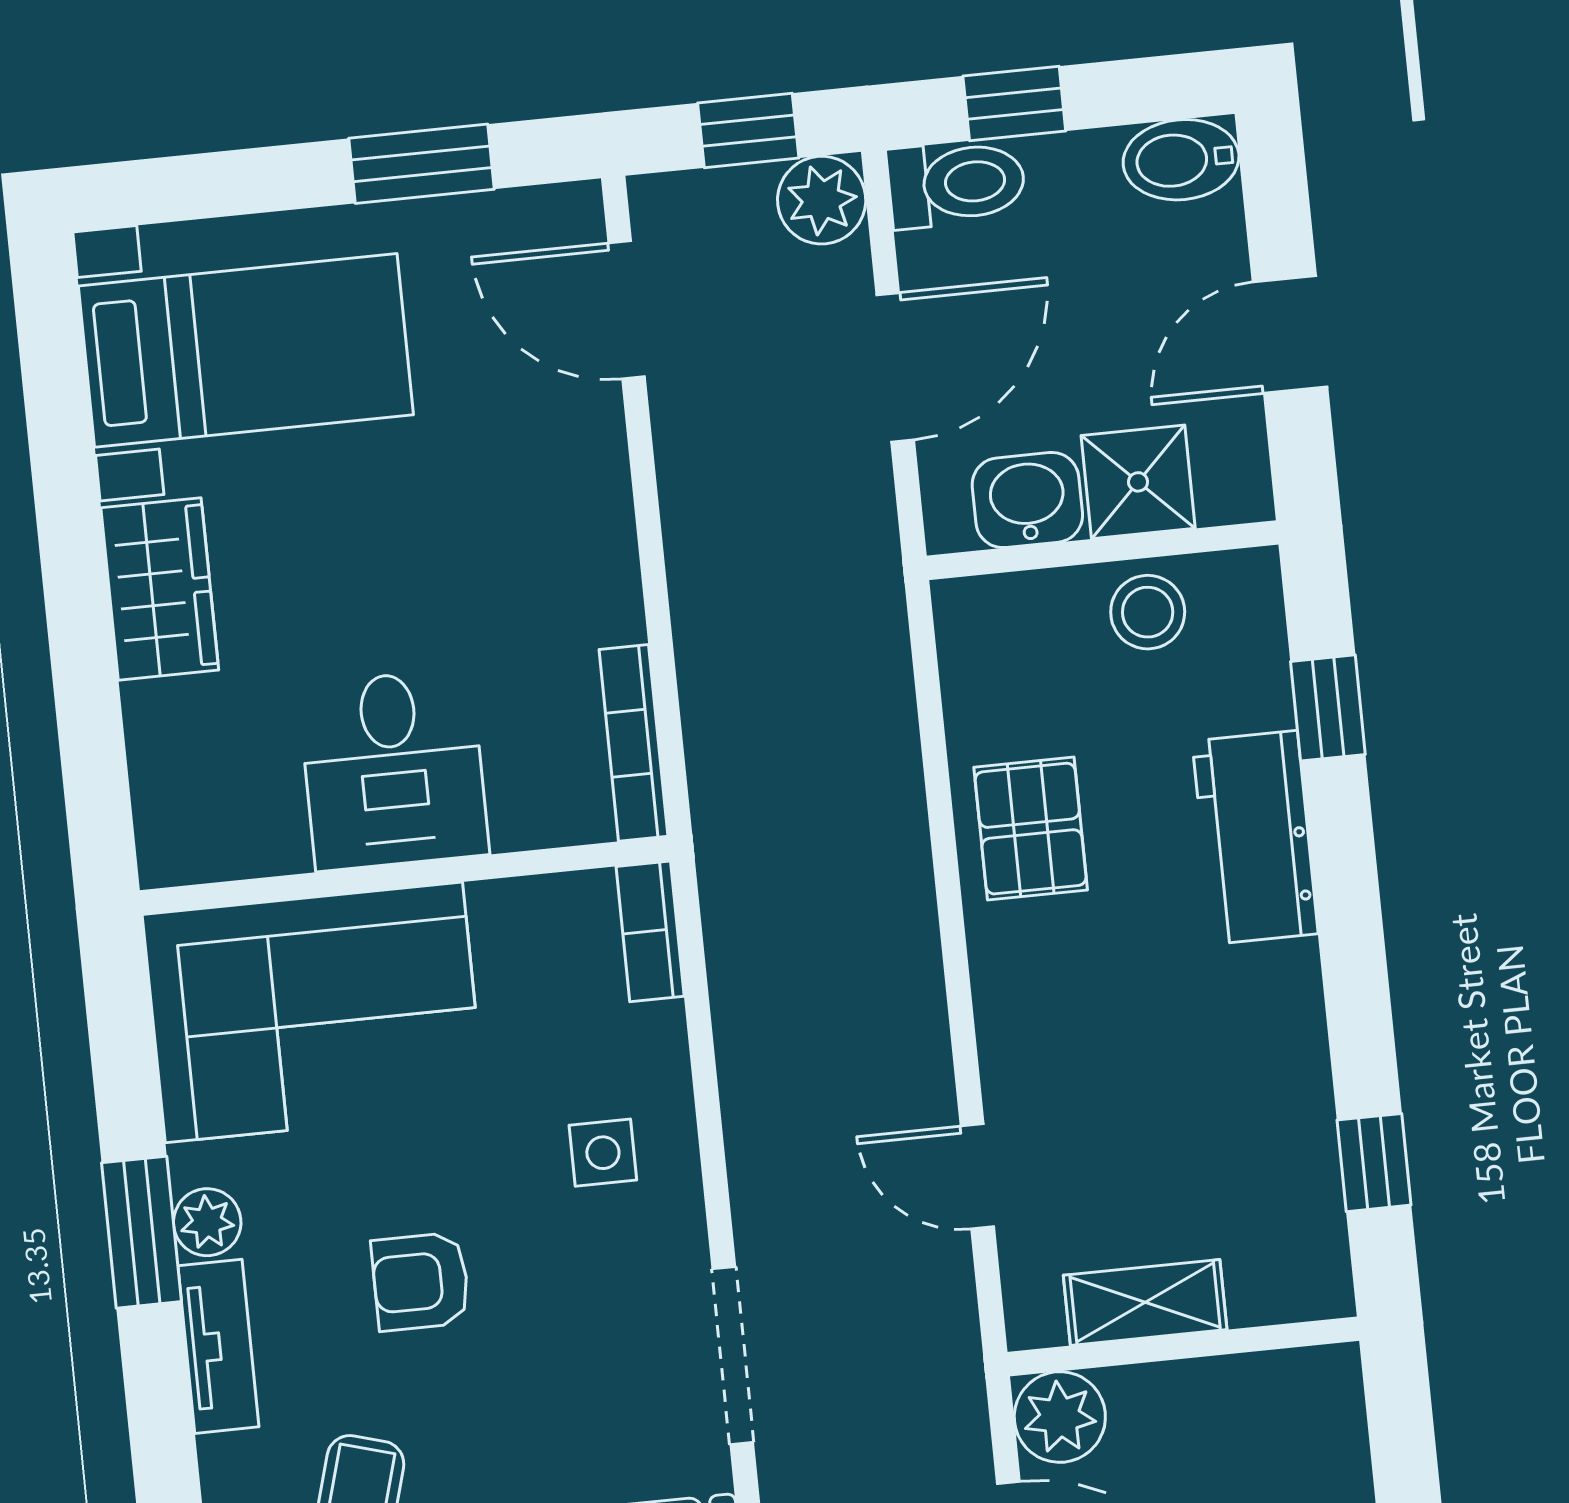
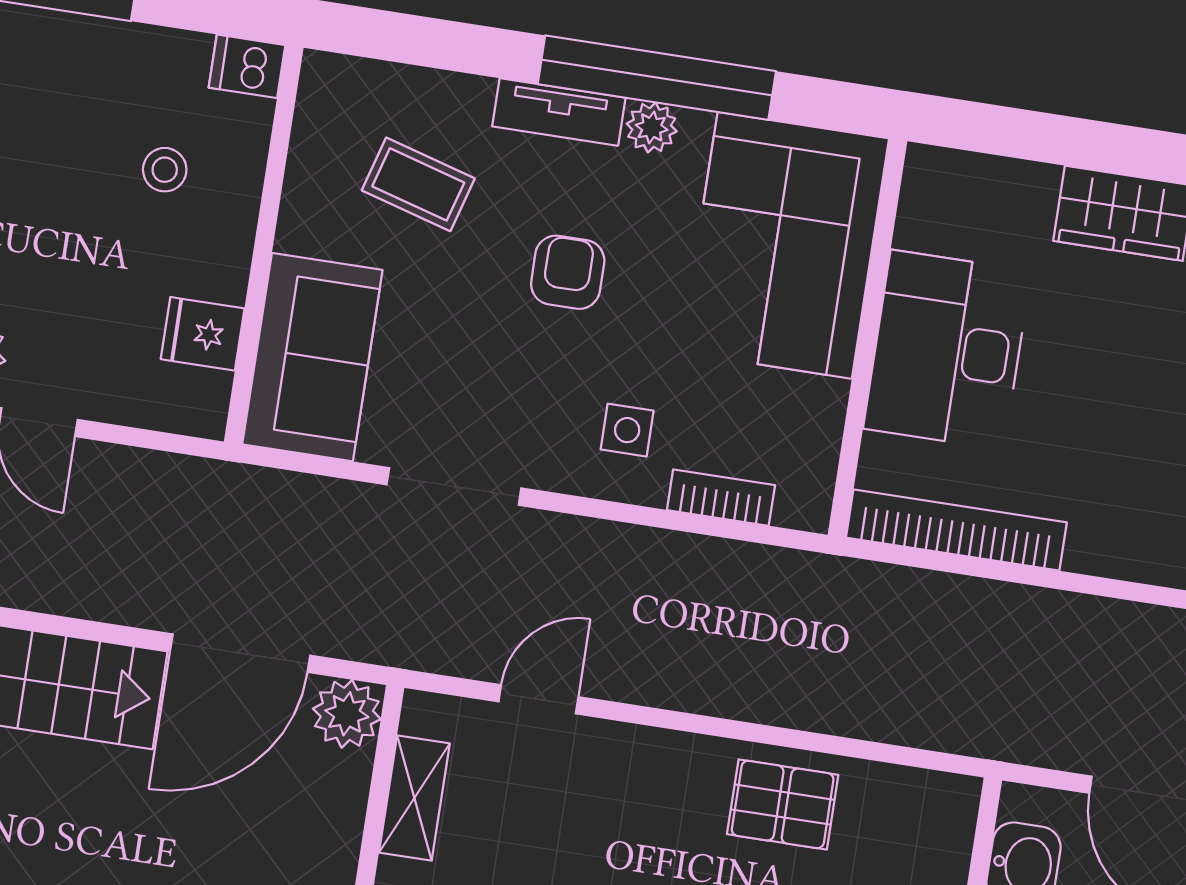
bookcase: (633, 743) -> (956, 530), width x1.48, depth x1.31
desk: (393, 770) -> (947, 350), width x1.37
bookcase: (650, 931) -> (721, 498), moved
window: (142, 1232) -> (657, 78), width x2.11

